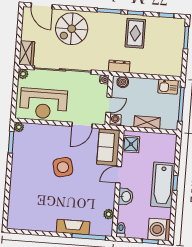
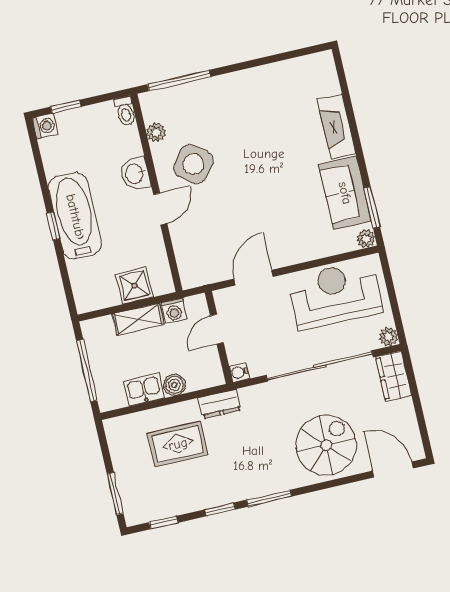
rug: (135, 33) -> (178, 444), moved, turned 90
boiler: (123, 82) -> (174, 385), moved
kitchen sink: (168, 87) -> (144, 389), moved
washing machine: (115, 120) -> (174, 311), moved
shower: (131, 144) -> (134, 286), moved
sofa: (108, 147) -> (345, 193), moved, turned 180
side table: (63, 167) -> (193, 164), moved, turned -38
fireplace: (73, 227) -> (337, 127), moved, turned 90
washing machine: (159, 229) -> (45, 126), width x0.53, depth x0.53

